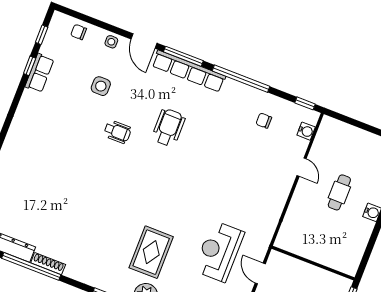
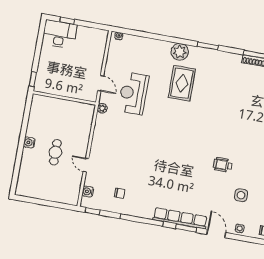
window: (183, 56) -> (186, 228), width x0.69
wheelchair: (168, 127) -> (187, 175), removed
plant: (265, 239) -> (102, 108), added
reception desk: (219, 251) -> (133, 93), turned 180

